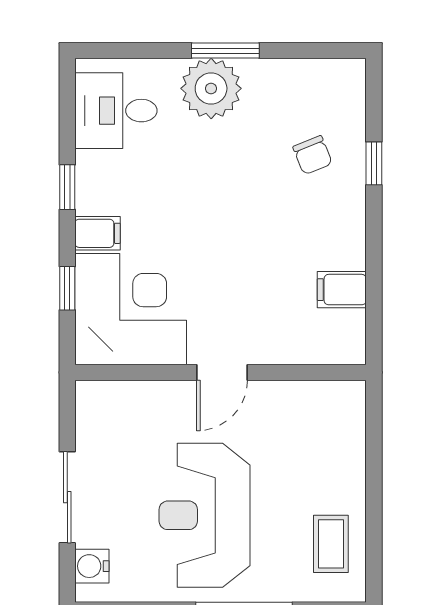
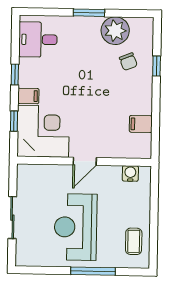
plant: (211, 88) -> (115, 31), moved
water cooler: (92, 566) -> (130, 173), moved, turned 90

